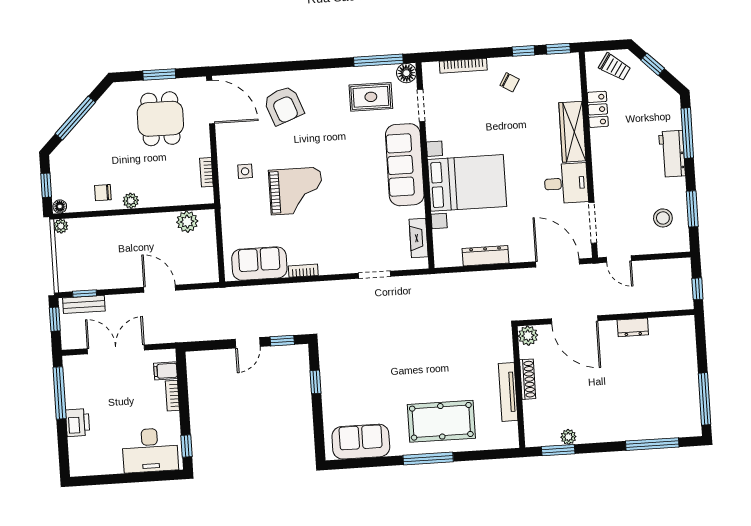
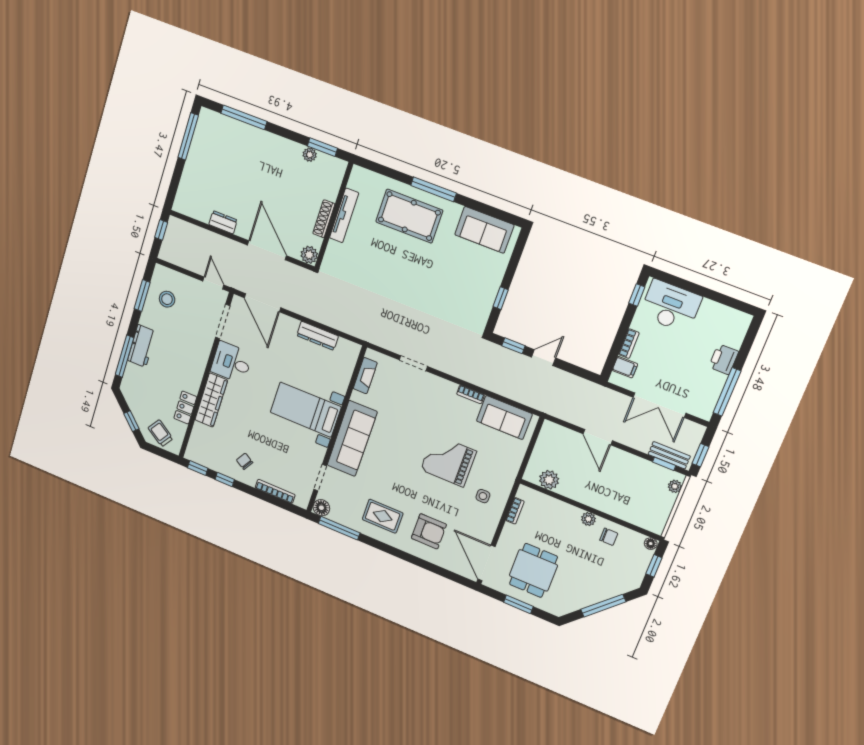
rug: (371, 97) -> (383, 516), moved
armchair: (284, 105) -> (429, 531), turned 111
bed with nightstands: (467, 183) -> (306, 410), width x0.73
plant: (61, 226) -> (675, 486), moved

